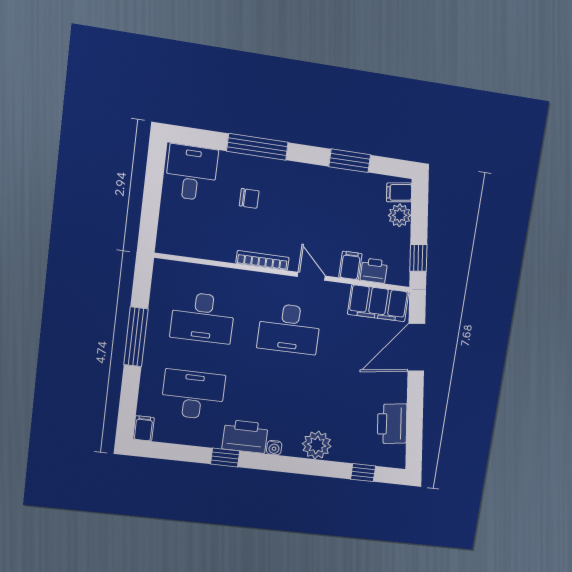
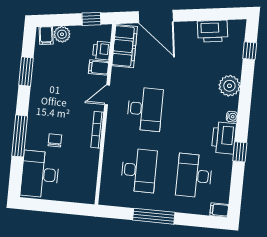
desk: (191, 173) -> (40, 174), width x1.37

